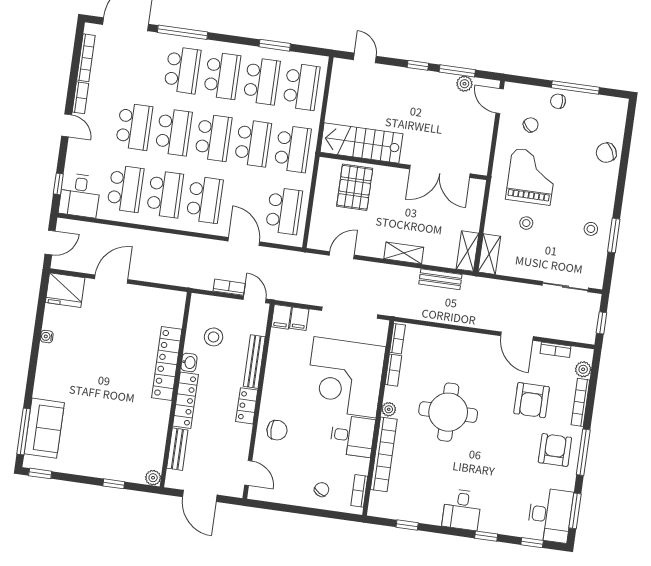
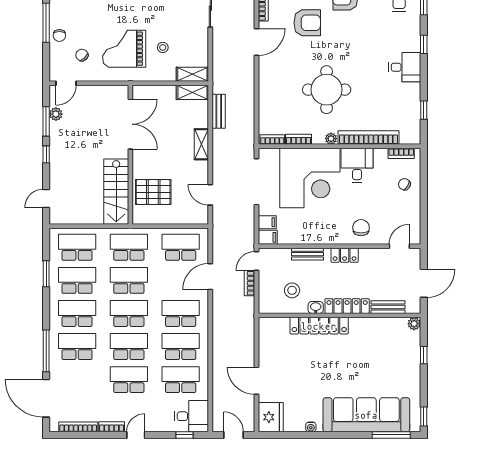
bench: (254, 362) -> (307, 254), width x0.73
sofa: (44, 428) -> (366, 415), width x1.85, depth x1.27

